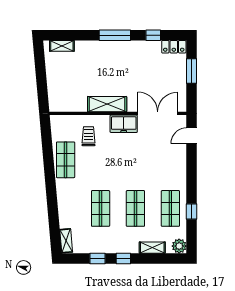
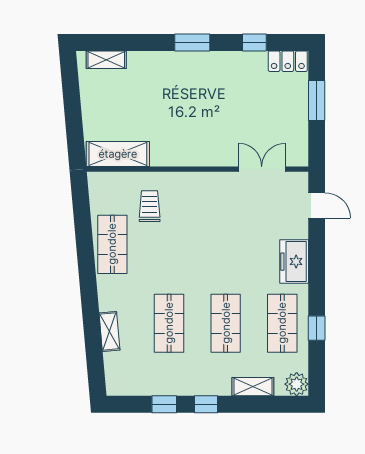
window: (115, 35) -> (192, 42), width x0.69
shelving: (107, 104) -> (118, 154), moved
double door: (158, 113) -> (262, 169), width x0.73
freezer: (124, 124) -> (294, 262), moved, turned 90
door: (192, 136) -> (317, 205), swing flipped
shelving: (66, 241) -> (109, 331), moved

